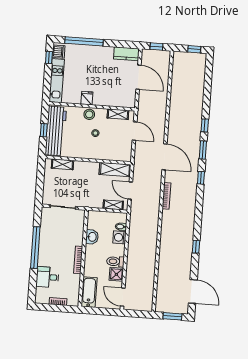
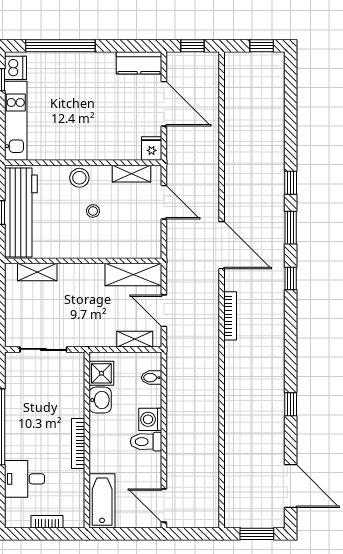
fridge: (87, 98) -> (152, 149), moved
washing machine: (119, 237) -> (150, 419), moved
shower: (116, 274) -> (101, 373), moved

